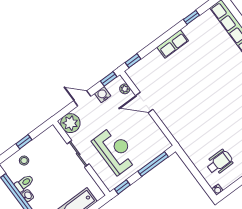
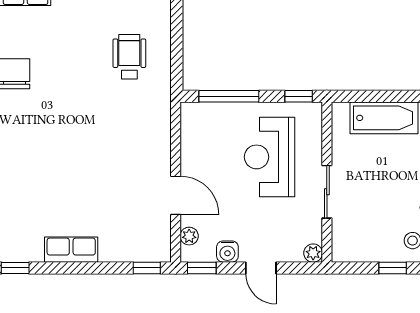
plant: (70, 123) -> (313, 253), width x0.53, depth x0.53
wheelchair: (219, 162) -> (129, 57), moved, turned 90

